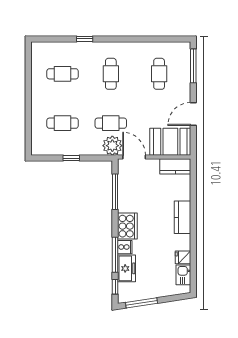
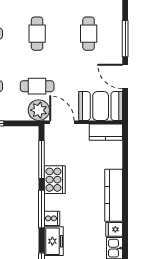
window: (193, 66) -> (125, 39), moved
door: (193, 114) -> (125, 76), hinge flipped
kitchen counter: (183, 217) -> (114, 195), width x1.50
cooker: (127, 226) -> (55, 180), moved
window: (115, 255) -> (42, 209), moved

